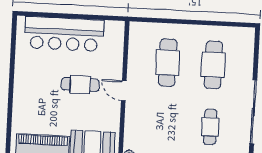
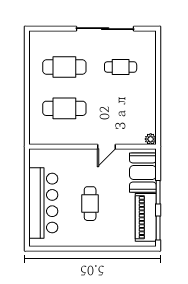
cafe table: (80, 85) -> (90, 204), moved
door: (124, 91) -> (106, 147), moved

